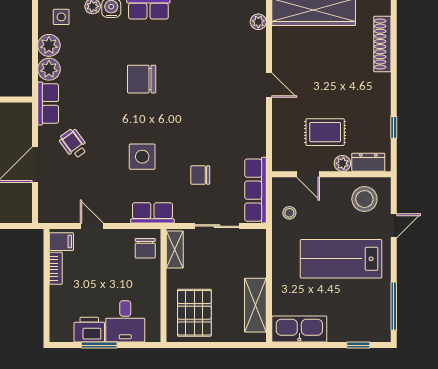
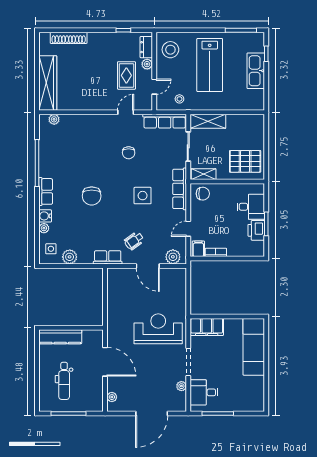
plant: (49, 69) -> (173, 257), moved
door: (269, 85) -> (126, 112), moved
chair: (200, 175) -> (129, 153), moved
row of seats: (152, 213) -> (180, 189), width x1.48
door: (394, 226) -> (188, 30), removed
shelving: (255, 305) -> (208, 121), moved
kitchen sink: (299, 329) -> (256, 71), moved

